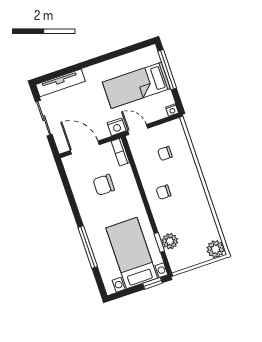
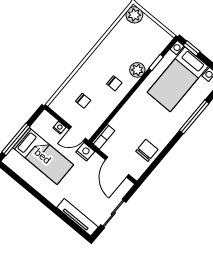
nightstand: (172, 110) -> (59, 128), moved
door: (138, 129) -> (77, 134), hinge flipped
chair: (104, 185) -> (147, 150), moved, turned -90
plant: (170, 241) -> (137, 70), moved

